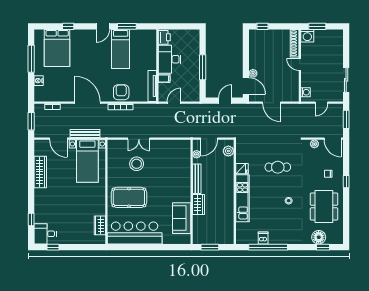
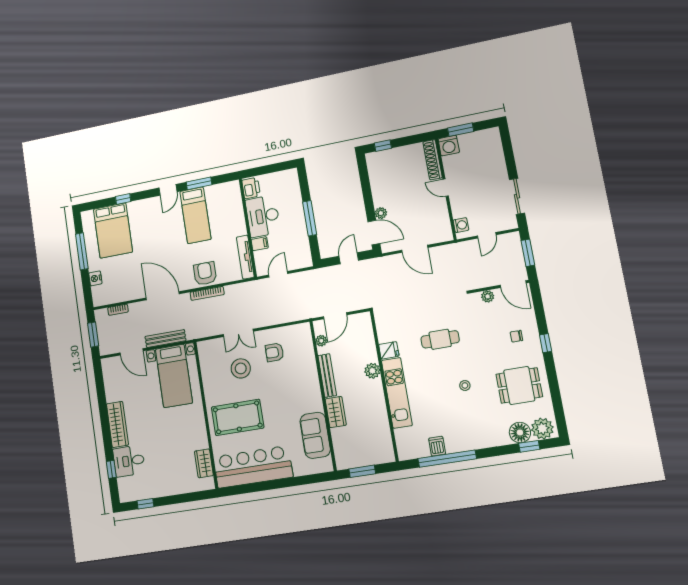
plant: (228, 151) -> (372, 371), moved
armchair: (162, 157) -> (274, 352), added
wardrobe: (40, 172) -> (117, 424), moved
dining table: (324, 206) -> (519, 385), width x0.73
desk: (45, 234) -> (129, 461), moved
plant: (334, 237) -> (542, 429), added

